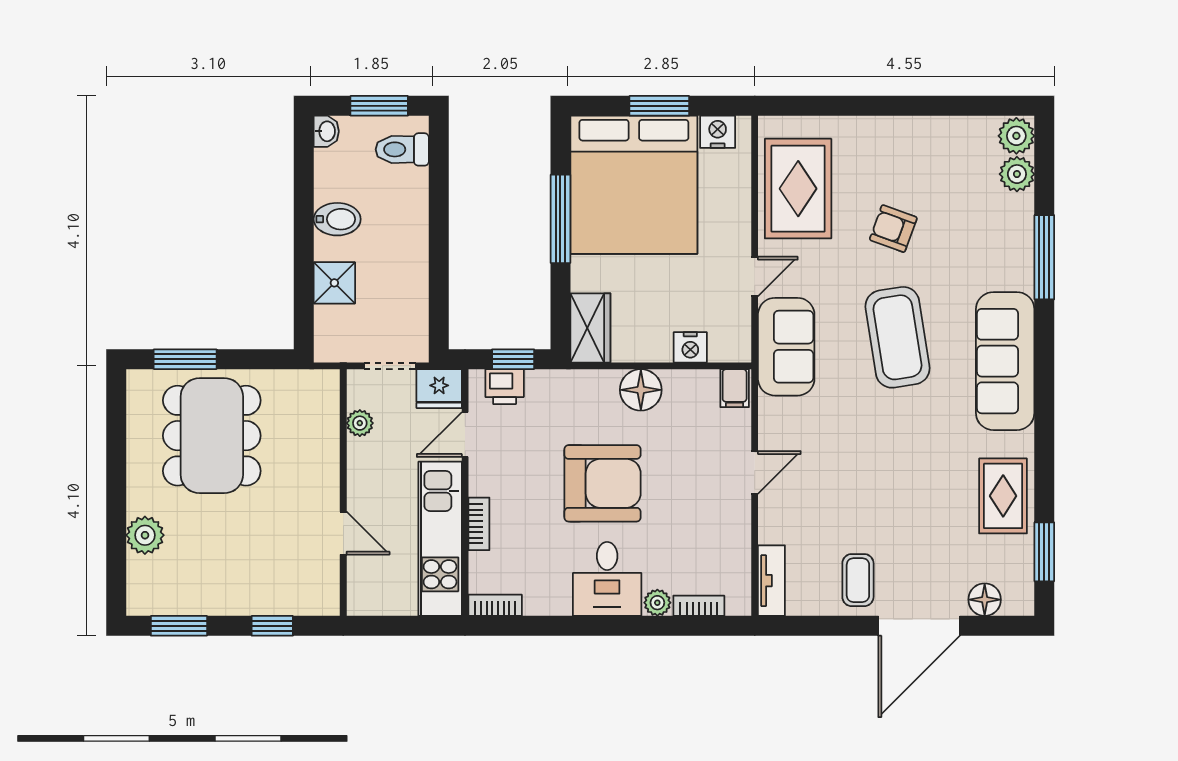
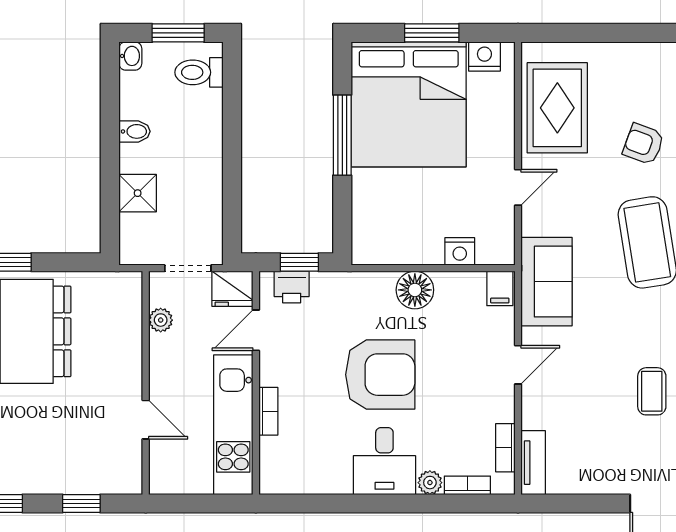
bidet: (337, 219) -> (135, 131), width x0.72, depth x0.74
wardrobe: (590, 328) -> (369, 234), removed
sofa: (786, 347) -> (547, 282), moved
coffee table: (858, 580) -> (652, 391), moved
bookcase: (495, 605) -> (505, 448), moved, turned -90

